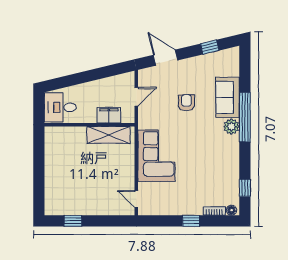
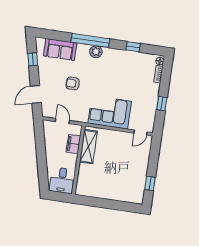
sofa: (228, 97) -> (60, 49), moved
window: (245, 188) -> (133, 47), moved
window: (191, 221) -> (162, 103), moved

